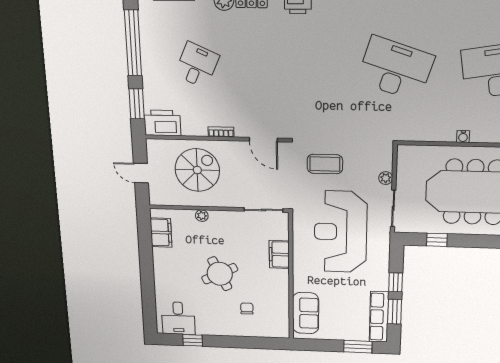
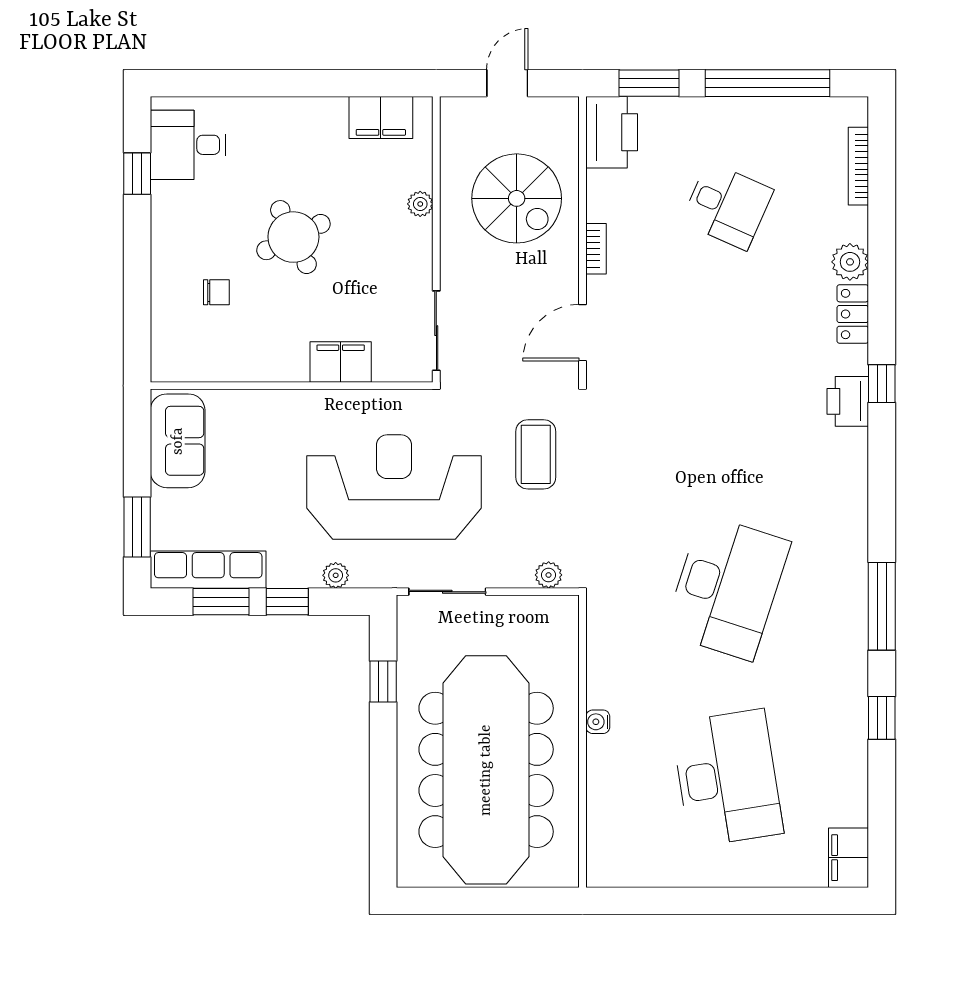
plant: (386, 178) -> (549, 575), moved
plant: (383, 260) -> (336, 575), added
sofa: (306, 313) -> (178, 441), moved, turned -90

